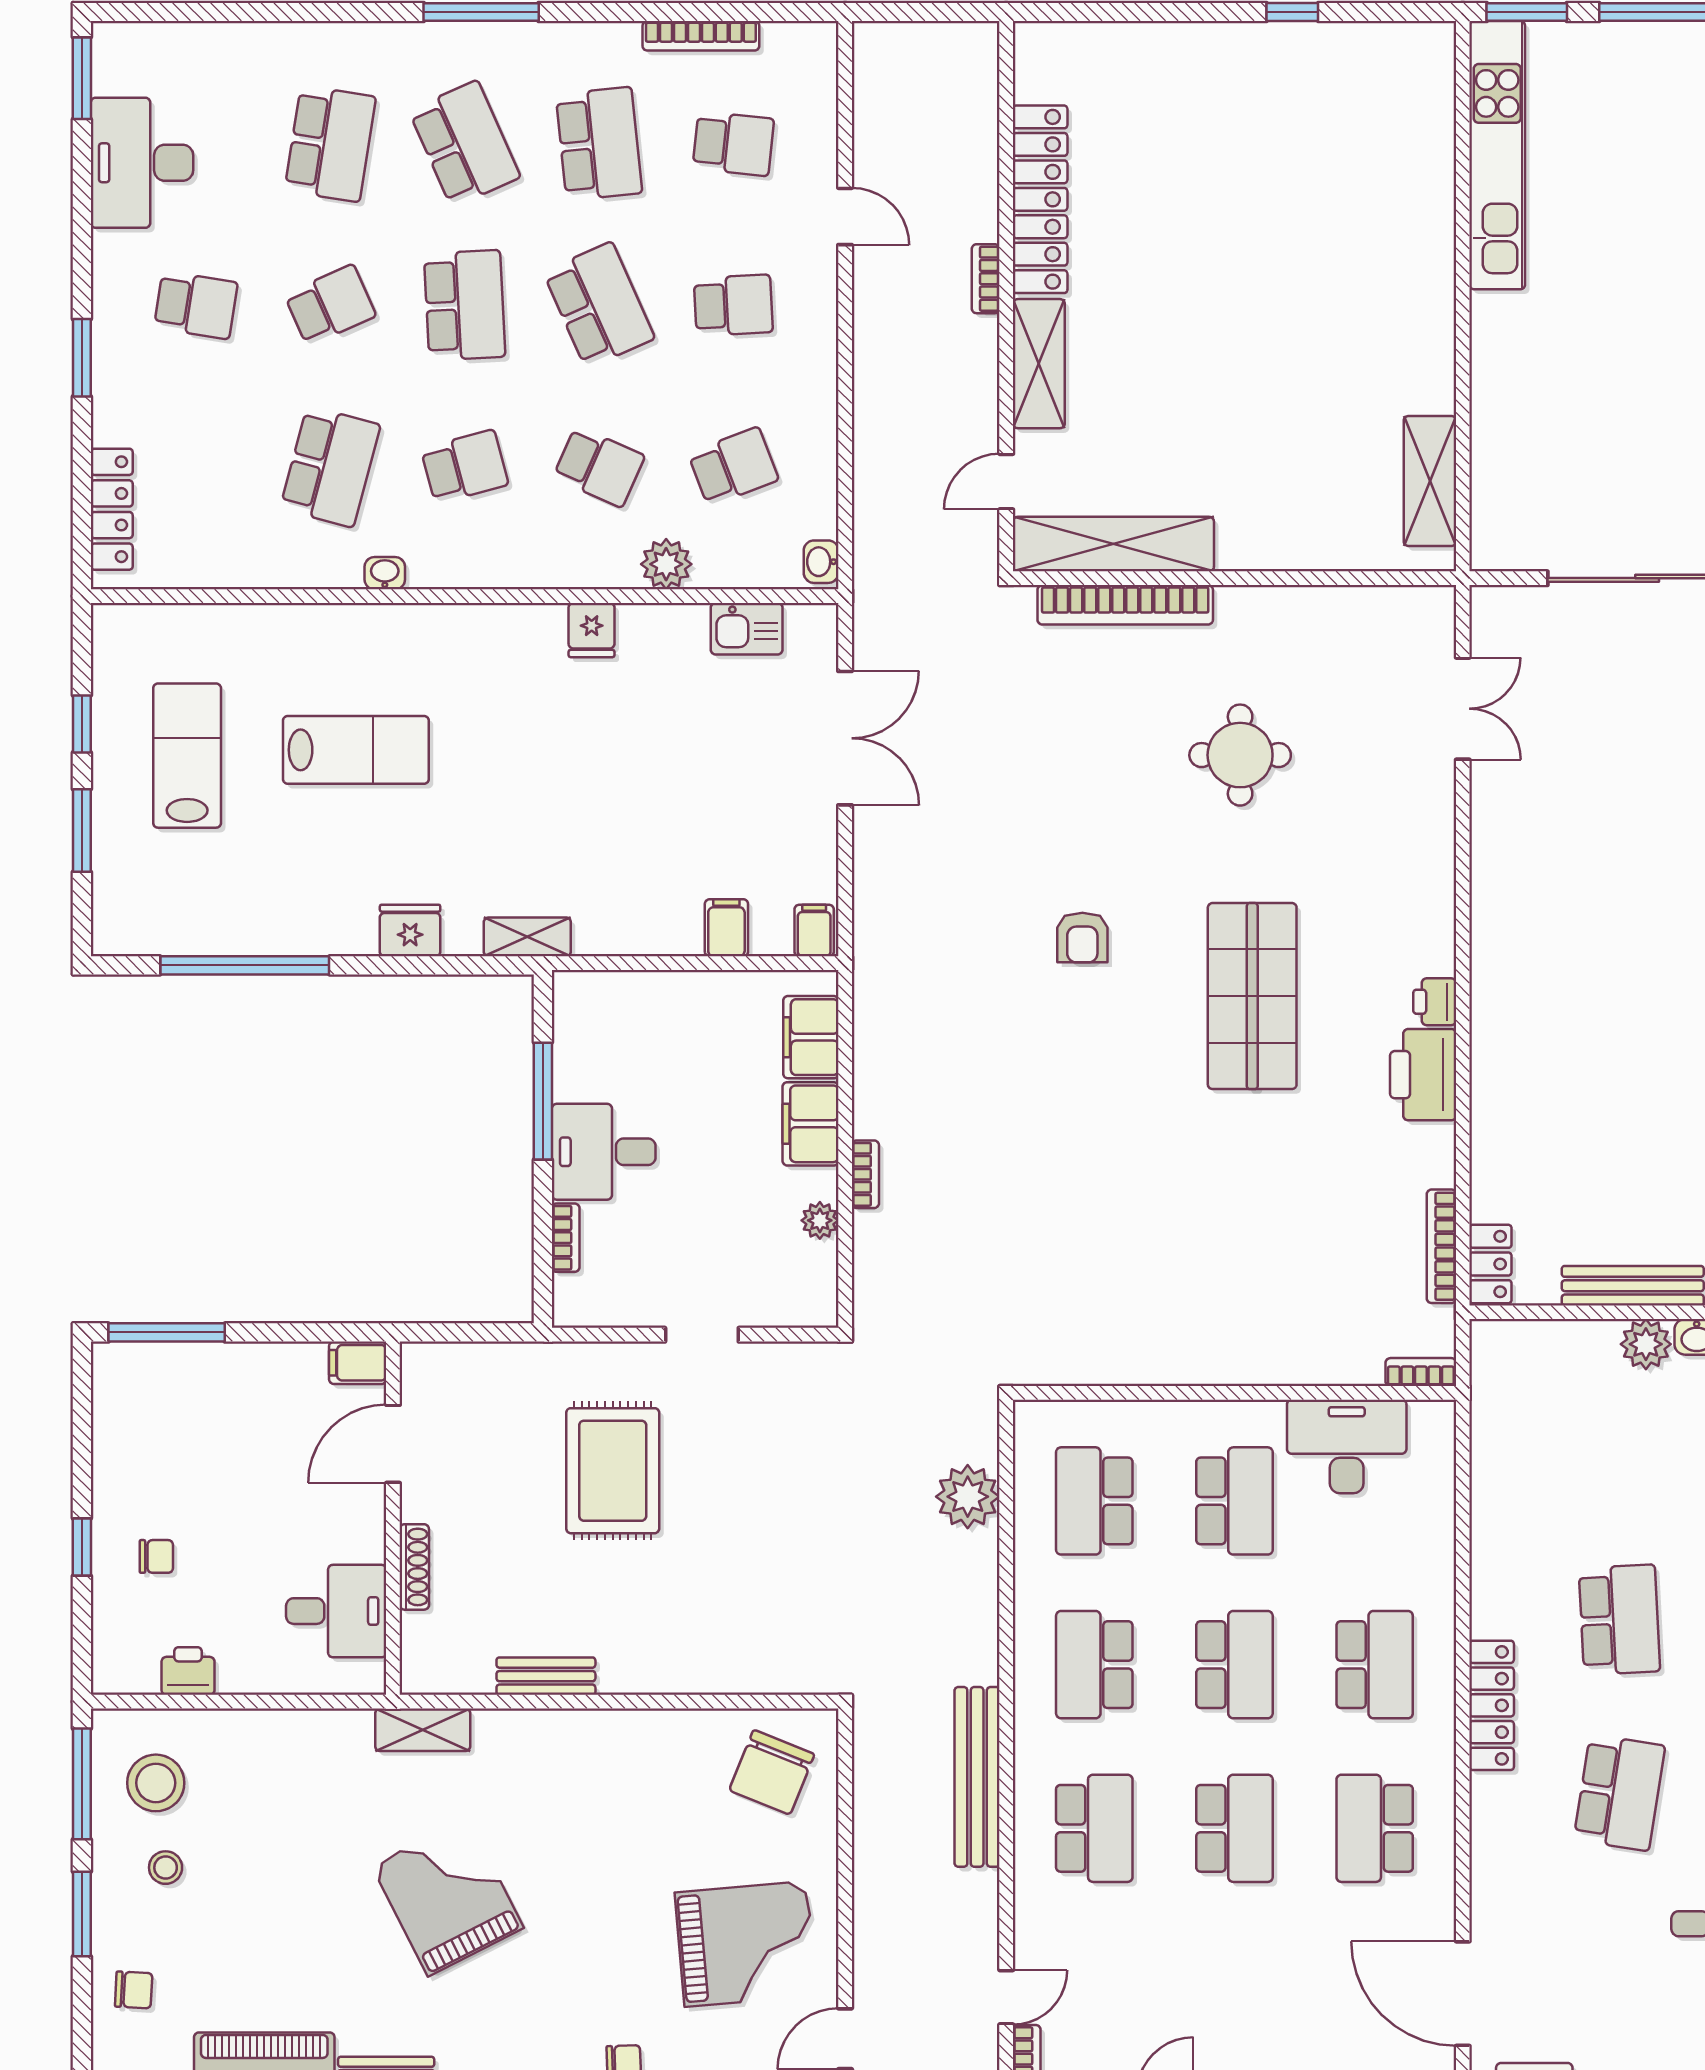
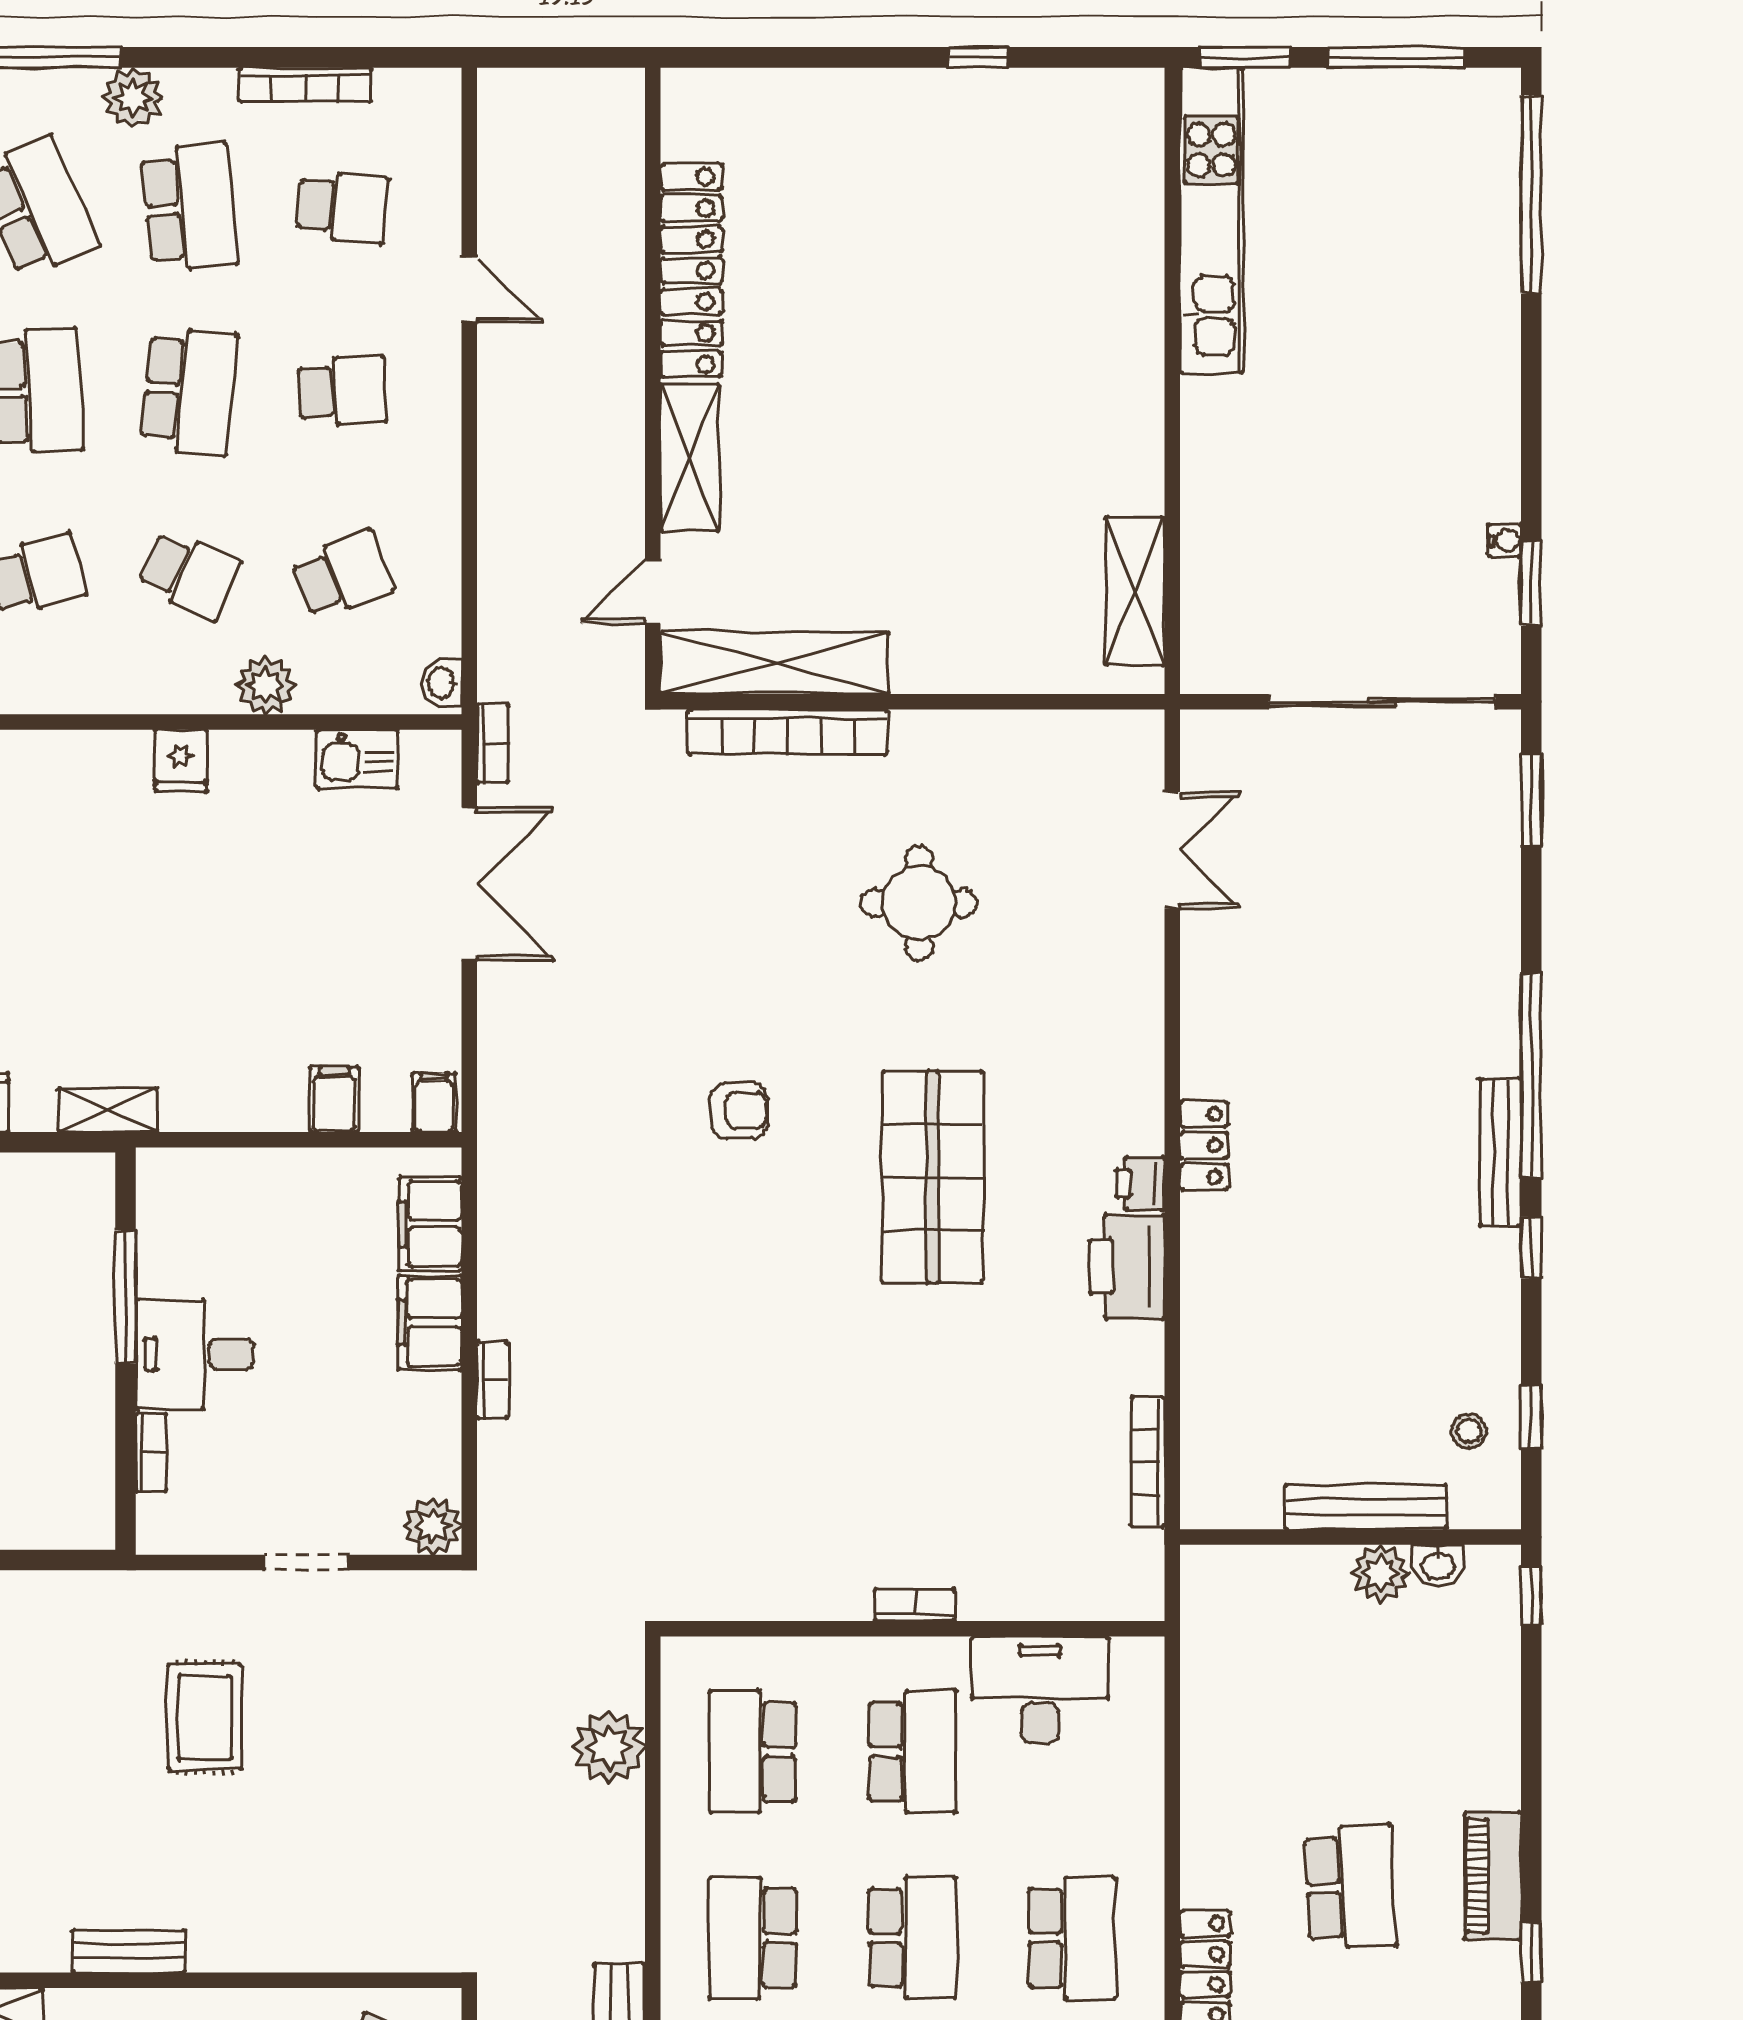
plant: (549, 47) -> (133, 97), added
bookcase: (986, 279) -> (493, 744), moved, turned 180
school desk: (599, 305) -> (189, 391), turned 30
armchair: (1082, 937) -> (739, 1111), turned -90
plant: (820, 1220) -> (433, 1526), moved, width x1.38, depth x1.38
locker: (1490, 1264) -> (1204, 1145), moved
bookcase: (1421, 1372) -> (915, 1605), moved
rug: (613, 1471) -> (205, 1717), width x0.73, depth x0.70

